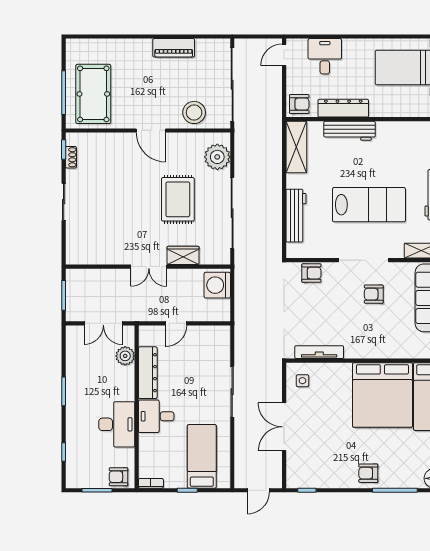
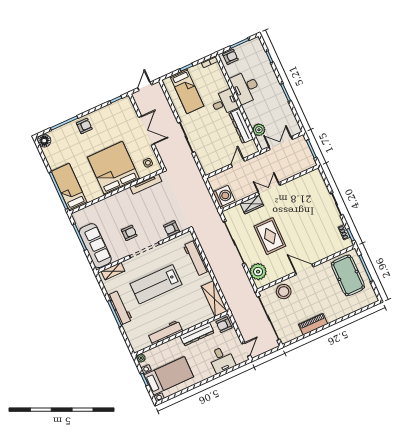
workbench: (350, 131) -> (165, 333), moved
bed: (382, 395) -> (114, 168), moved

